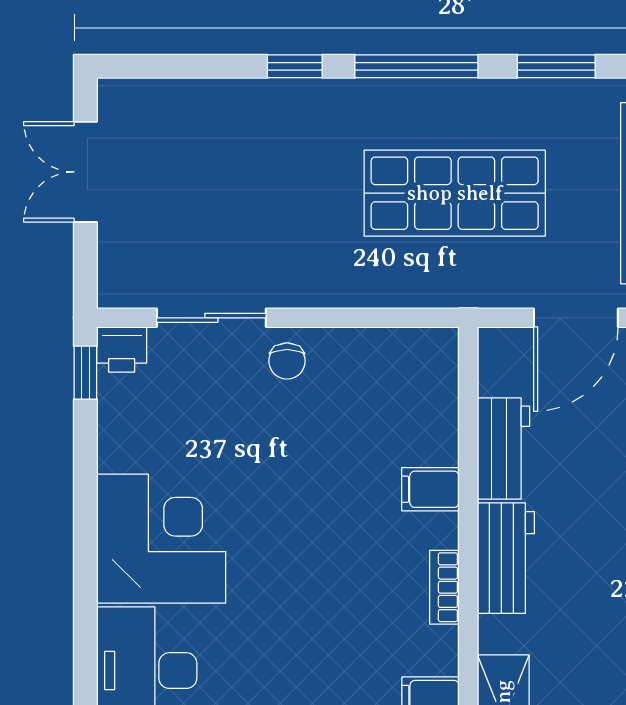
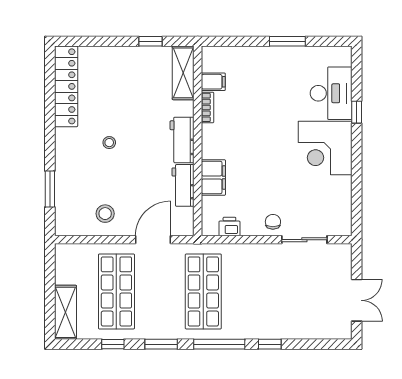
shop shelf: (455, 193) -> (203, 291), turned 90
printer: (122, 350) -> (229, 227), moved
window: (85, 373) -> (357, 112), moved
filing cabinet: (430, 489) -> (213, 177), width x2.00
bookcase: (444, 587) -> (208, 107), moved

